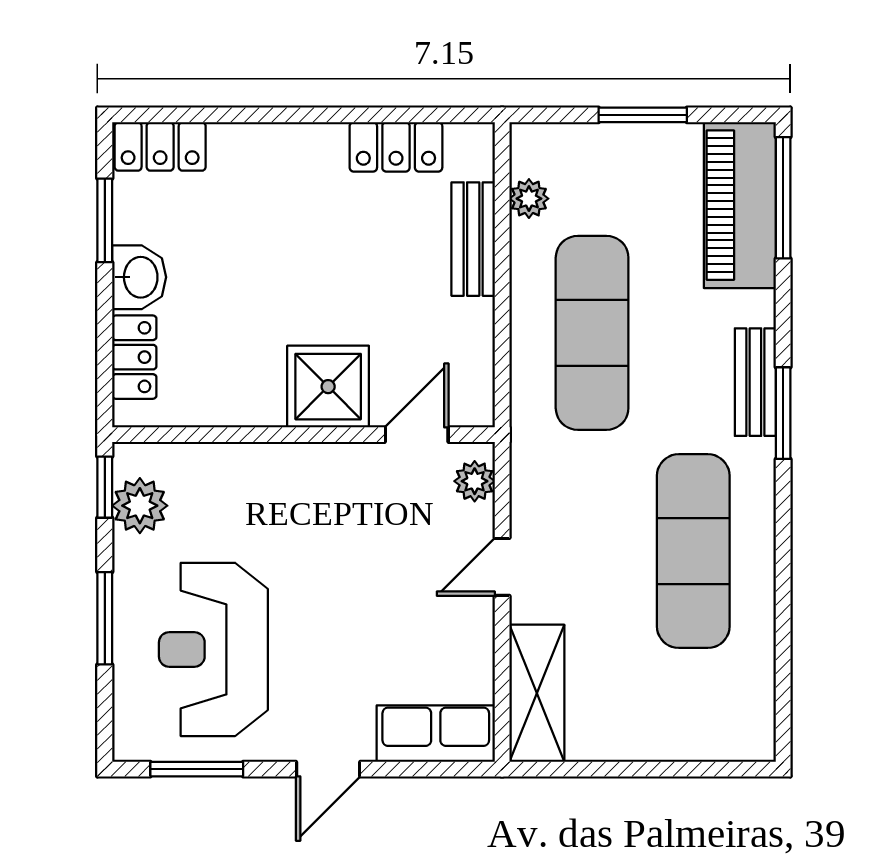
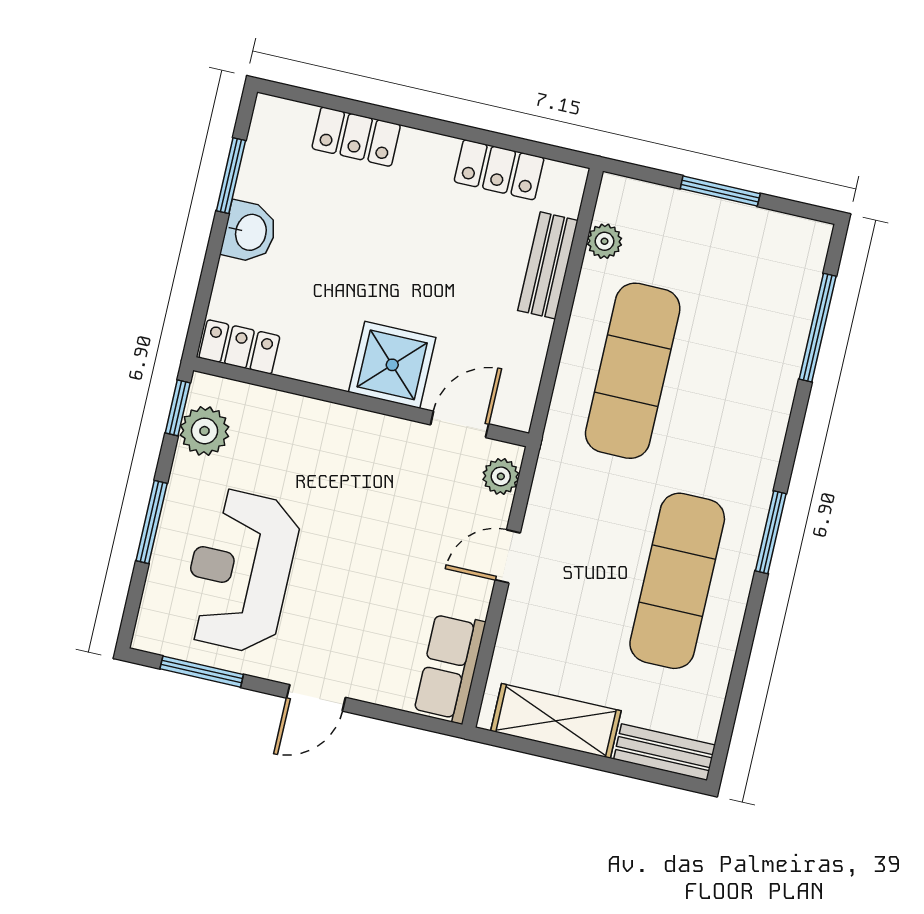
locker: (160, 146) -> (356, 137), moved
window: (783, 198) -> (818, 328), moved
piano: (740, 205) -> (787, 289), removed
locker: (134, 357) -> (239, 347), moved, turned -90
bench: (755, 382) -> (664, 752), moved, turned 90
window: (783, 413) -> (771, 532), moved
shelving: (537, 693) -> (556, 721), moved, turned 90
row of seats: (436, 734) -> (450, 668), moved, turned -90

